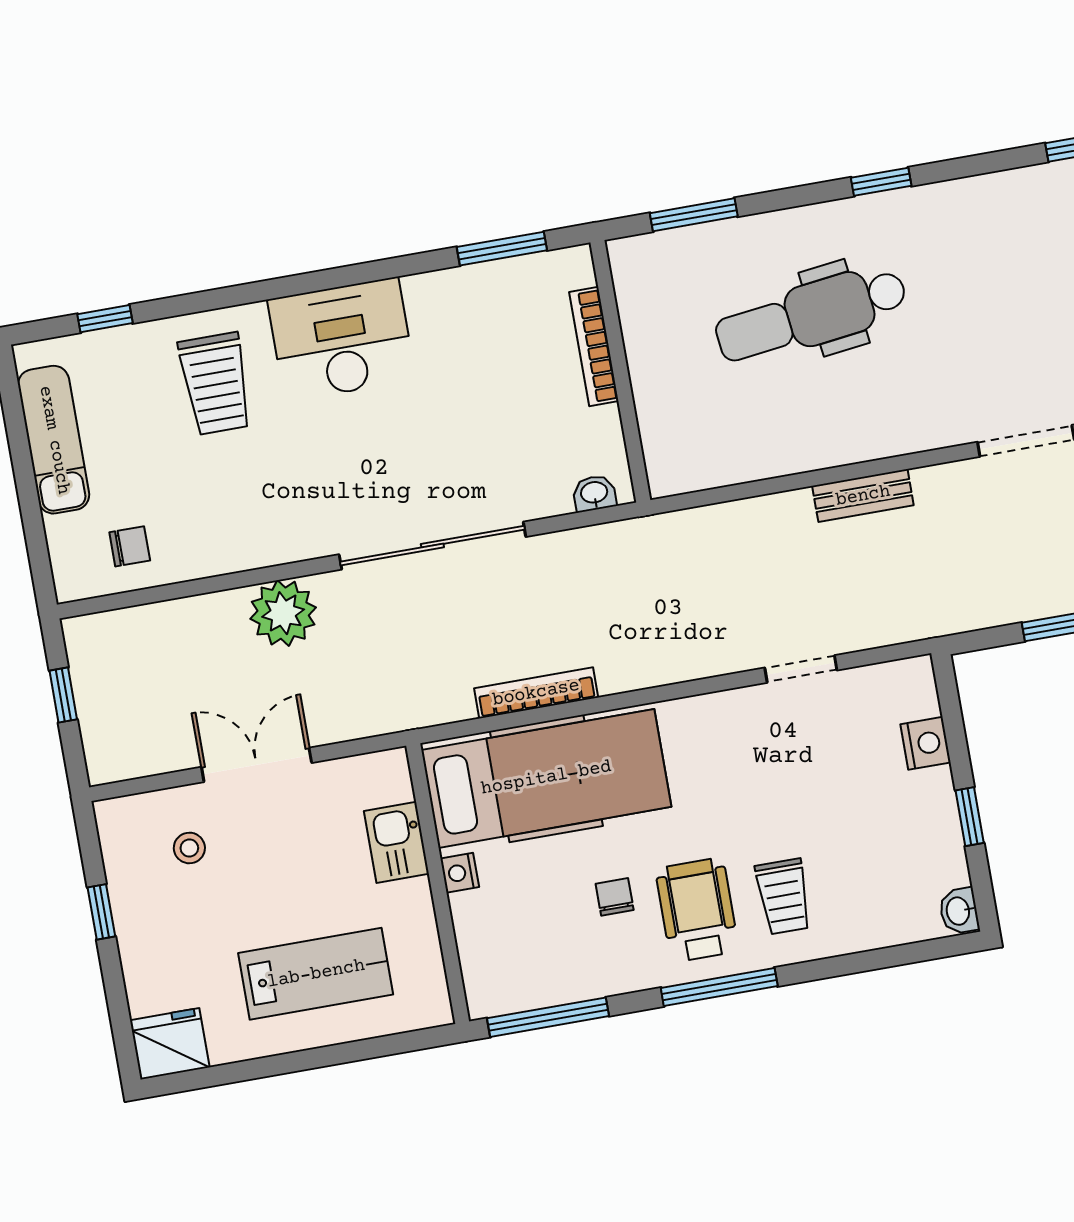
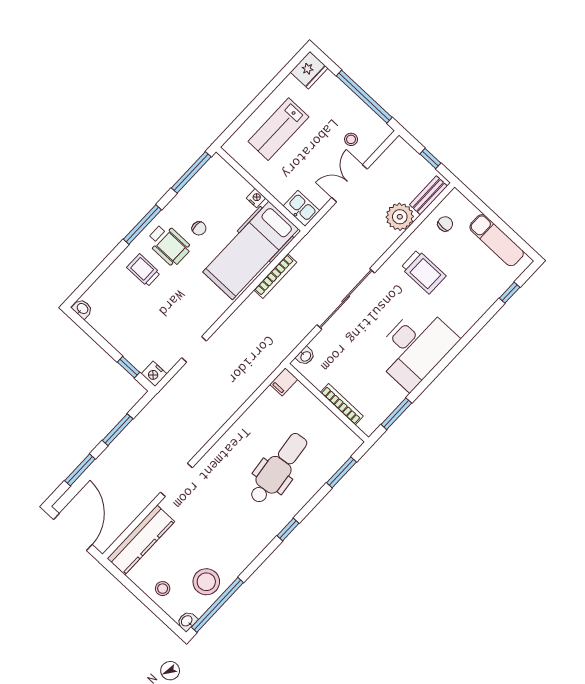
desk: (342, 339) -> (415, 347), width x1.36, depth x1.30
trolley: (216, 384) -> (423, 272), moved, turned 180
filing cabinet: (674, 475) -> (284, 382), added
bench: (863, 496) -> (428, 195), moved
chair: (130, 546) -> (445, 224), turned 180
plant: (283, 613) -> (400, 217), moved
nightstand: (926, 743) -> (154, 374), moved
double door: (257, 765) -> (349, 183), swing flipped
window: (970, 817) -> (128, 367), moved
kitchen sink: (396, 842) -> (301, 208), moved
window: (101, 912) -> (364, 97), width x3.17

